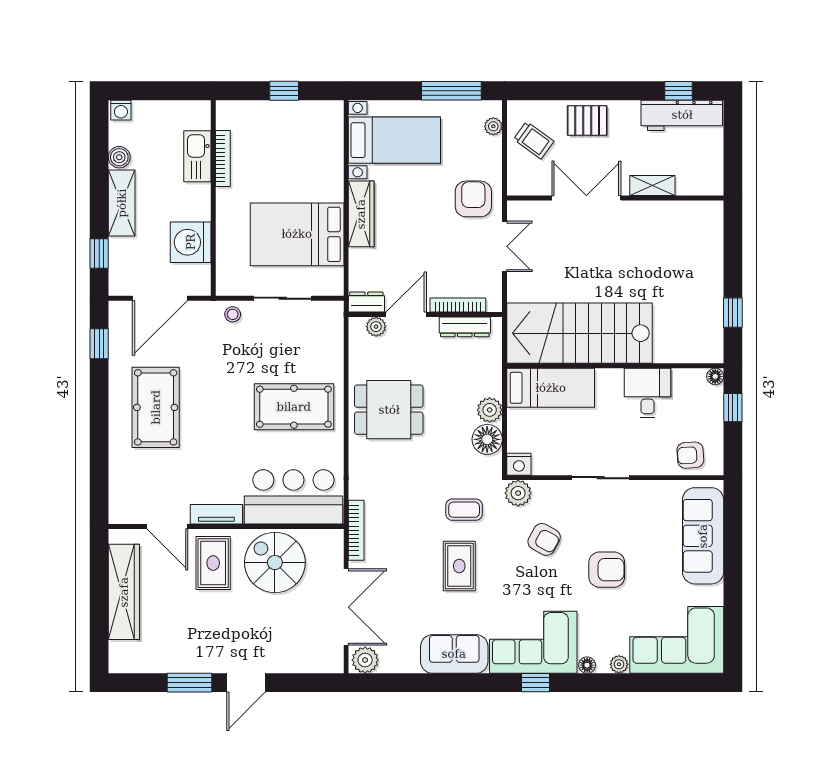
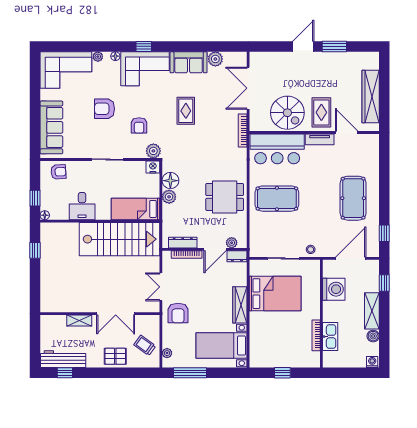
coffee table: (464, 510) -> (183, 142), removed
armchair: (544, 539) -> (139, 125), turned -119
plant: (365, 660) -> (215, 59), moved

